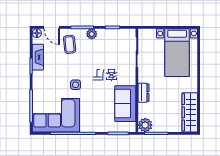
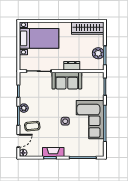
fireplace: (38, 57) -> (53, 152), moved
sofa: (125, 104) -> (67, 81), moved
corner sofa: (56, 115) -> (90, 120), moved
plant: (145, 125) -> (98, 53), moved

